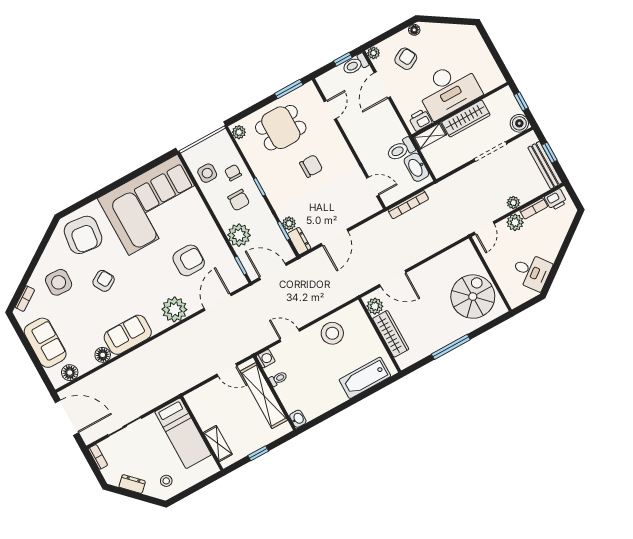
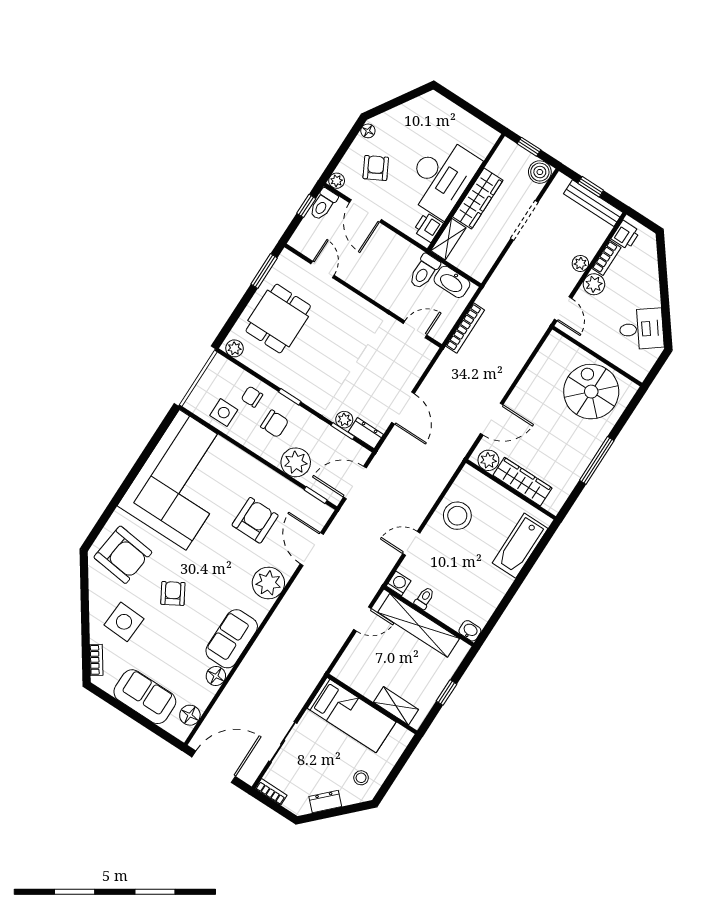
chair: (311, 166) -> (335, 343), removed

